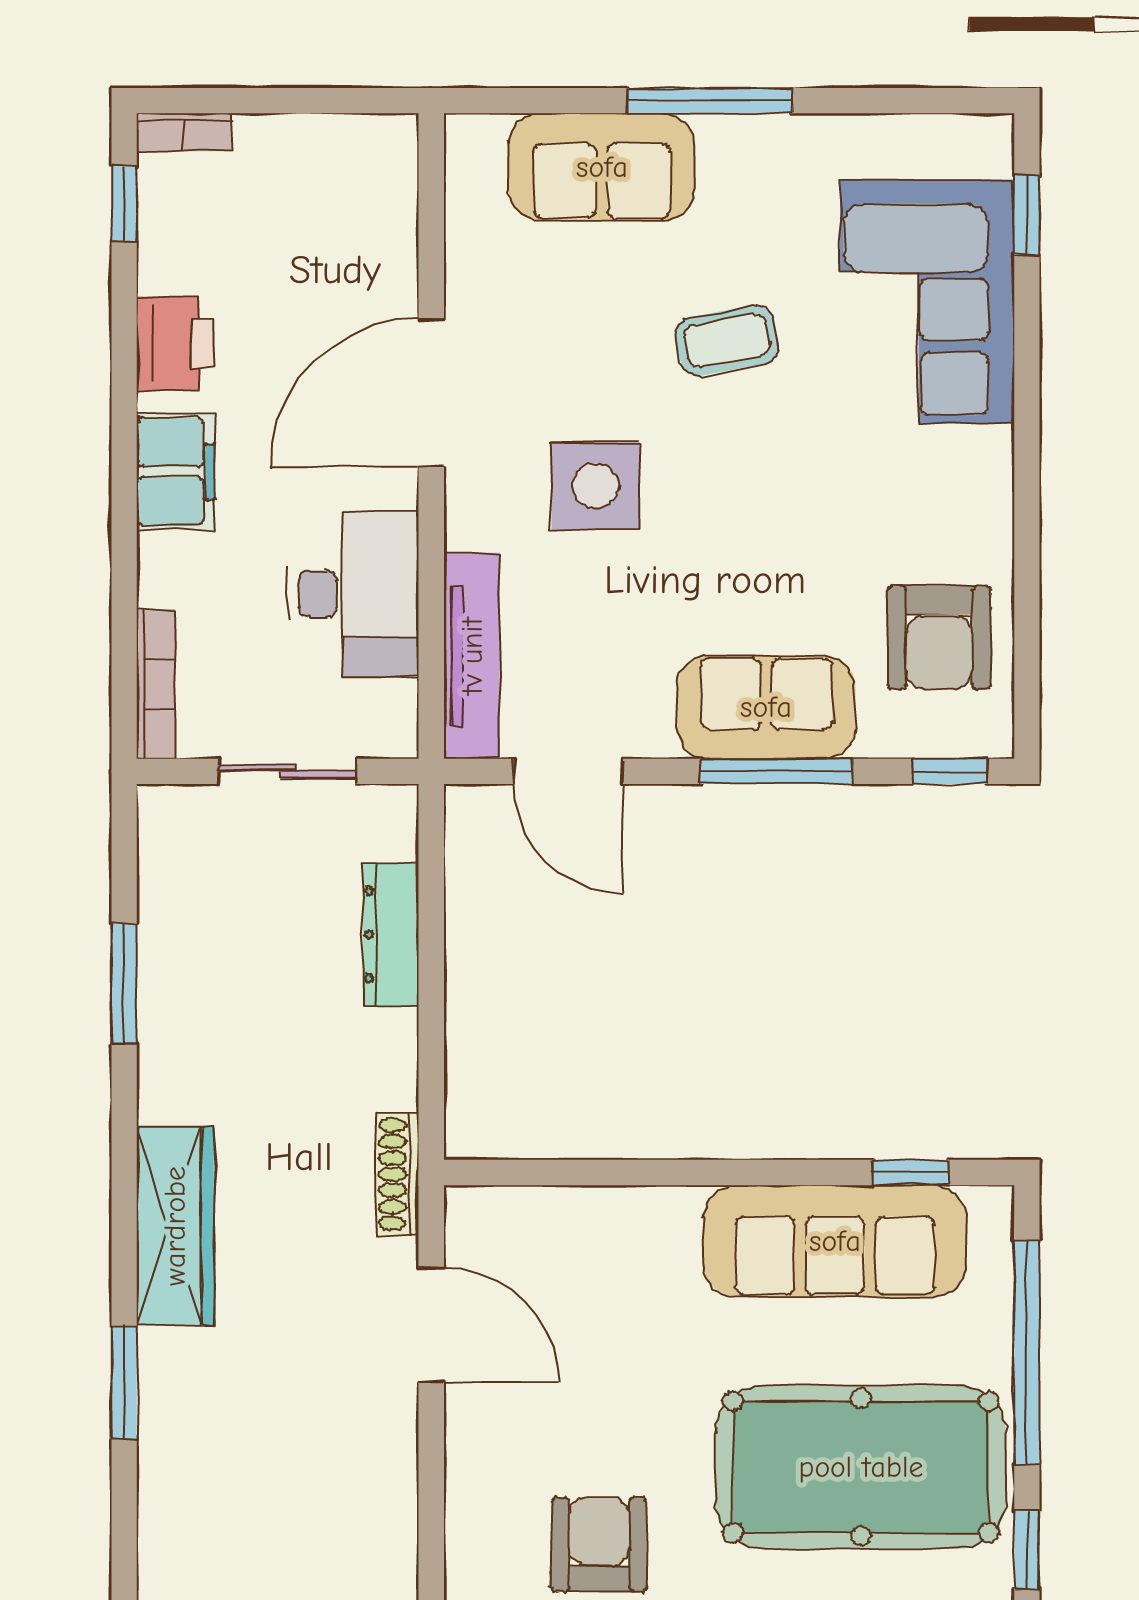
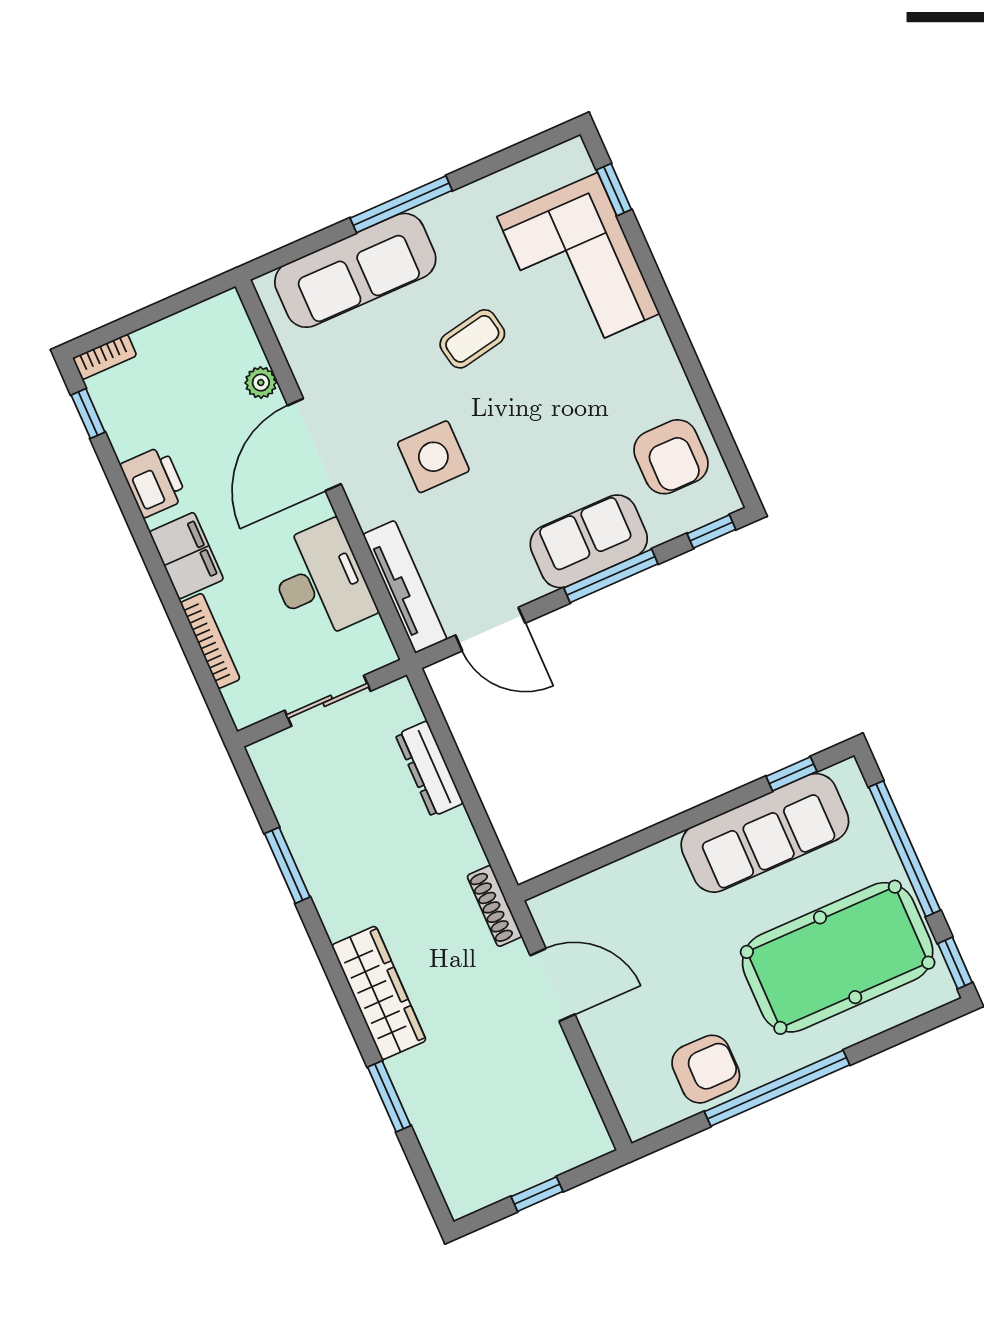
sofa: (602, 167) -> (355, 270), width x1.36
plant: (394, 269) -> (261, 383), added
bookcase: (156, 684) -> (210, 641), moved
armchair: (599, 1545) -> (706, 1069), turned 90

